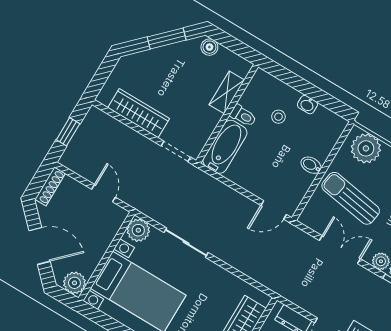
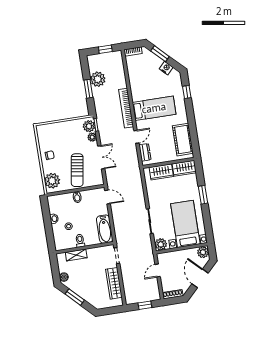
bathtub: (225, 147) -> (105, 229), moved, turned -90
double door: (340, 250) -> (101, 157), swing flipped

